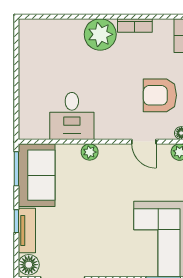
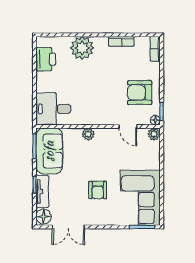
plant: (100, 34) -> (82, 48), moved
printer: (32, 50) -> (46, 59), added
desk: (72, 116) -> (53, 109), moved, turned 90
armchair: (103, 228) -> (98, 190), added

